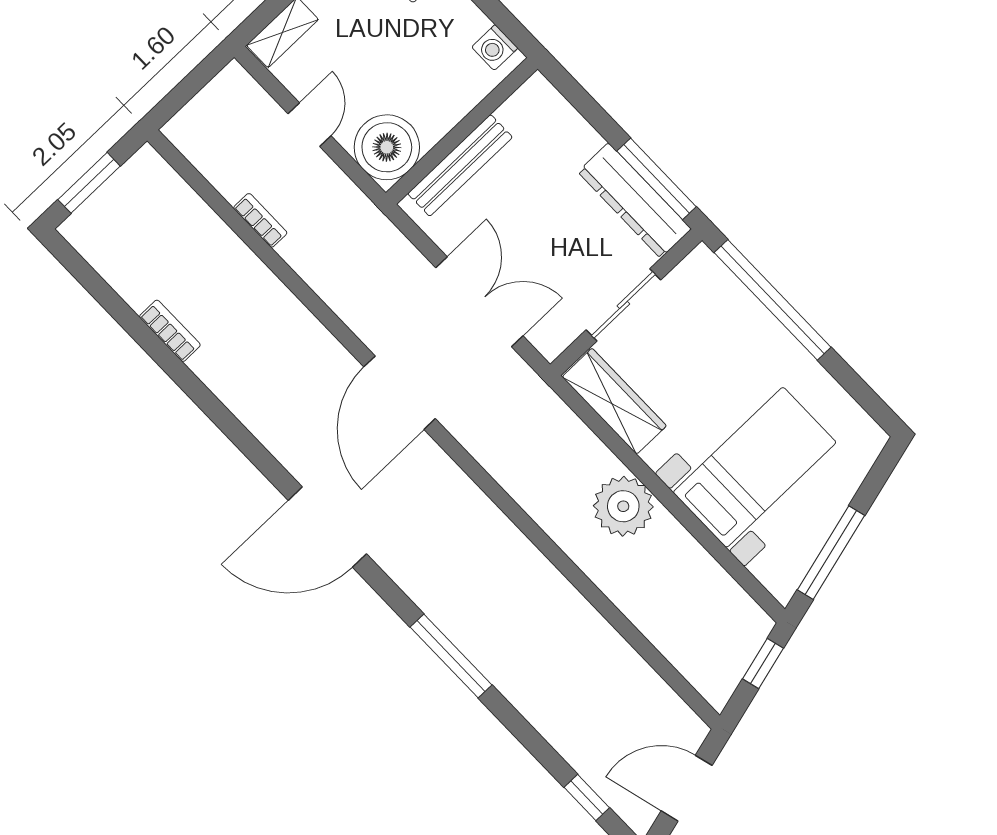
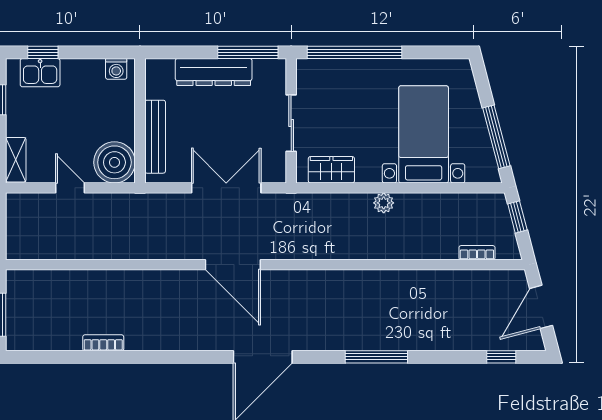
dresser: (635, 200) -> (214, 72), moved
bookcase: (260, 220) -> (477, 253), moved
wardrobe: (614, 401) -> (331, 170), width x0.67
plant: (623, 506) -> (384, 203), width x0.53, depth x0.53

